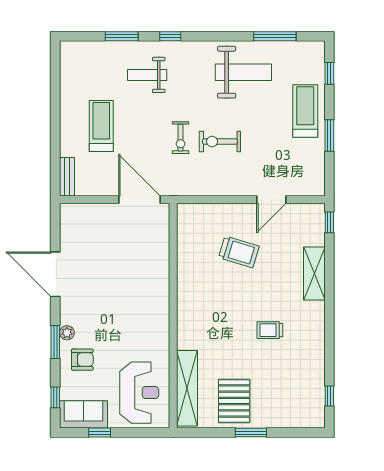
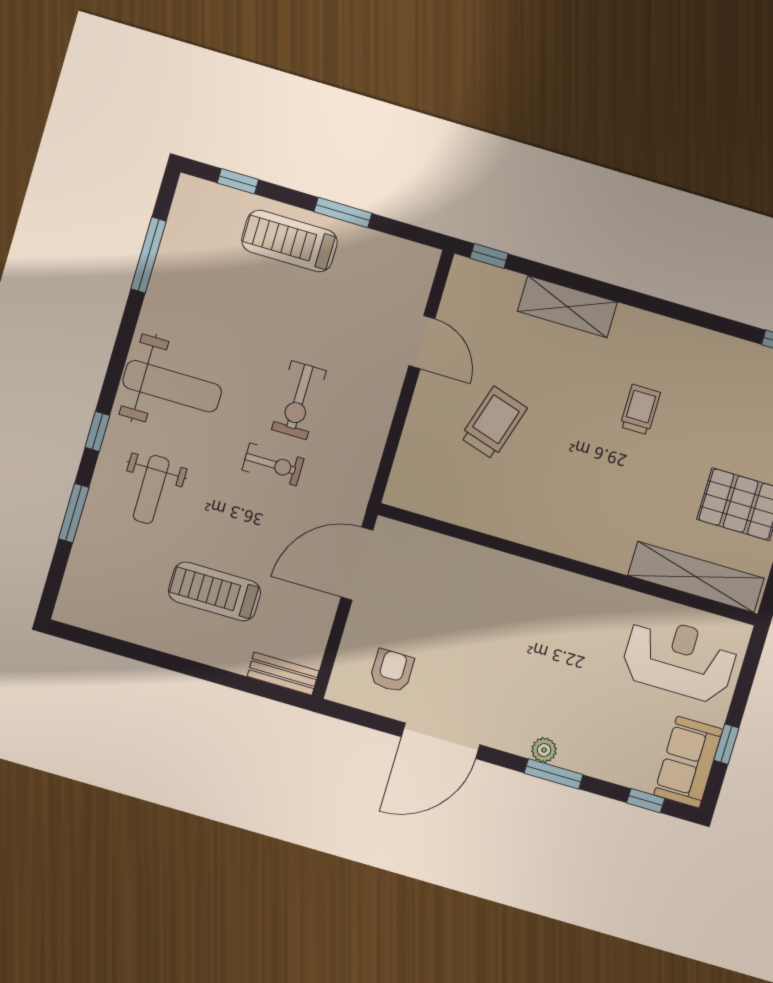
weight bench: (243, 72) -> (172, 386), moved, turned 90
trolley: (270, 330) -> (640, 410), turned 180
armchair: (82, 360) -> (392, 671), moved

